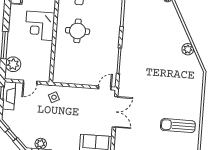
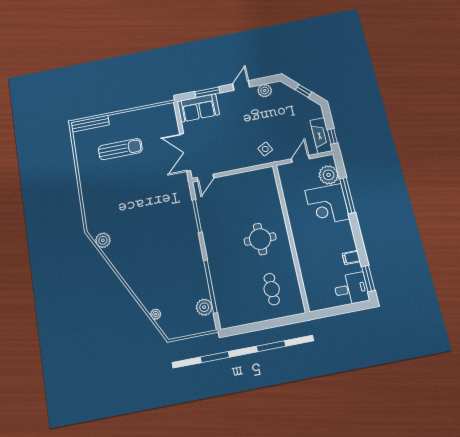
corner desk: (40, 26) -> (327, 205), moved, turned 180
plant: (188, 49) -> (103, 240), moved
sun lounger: (178, 126) -> (120, 149), moved

